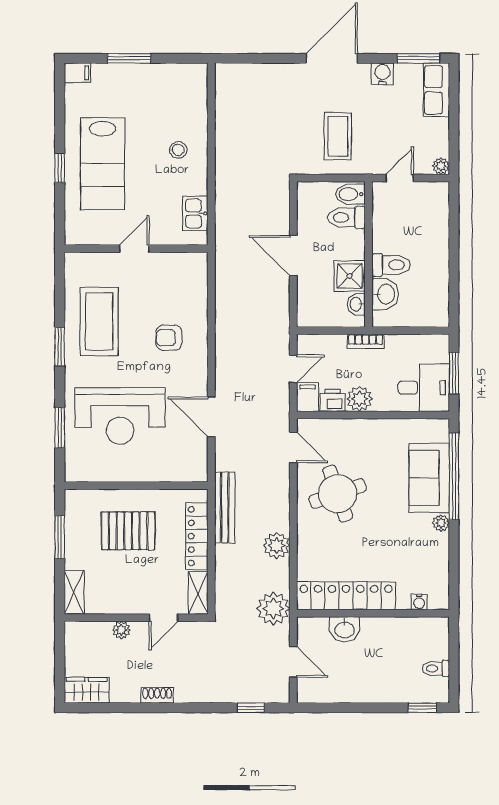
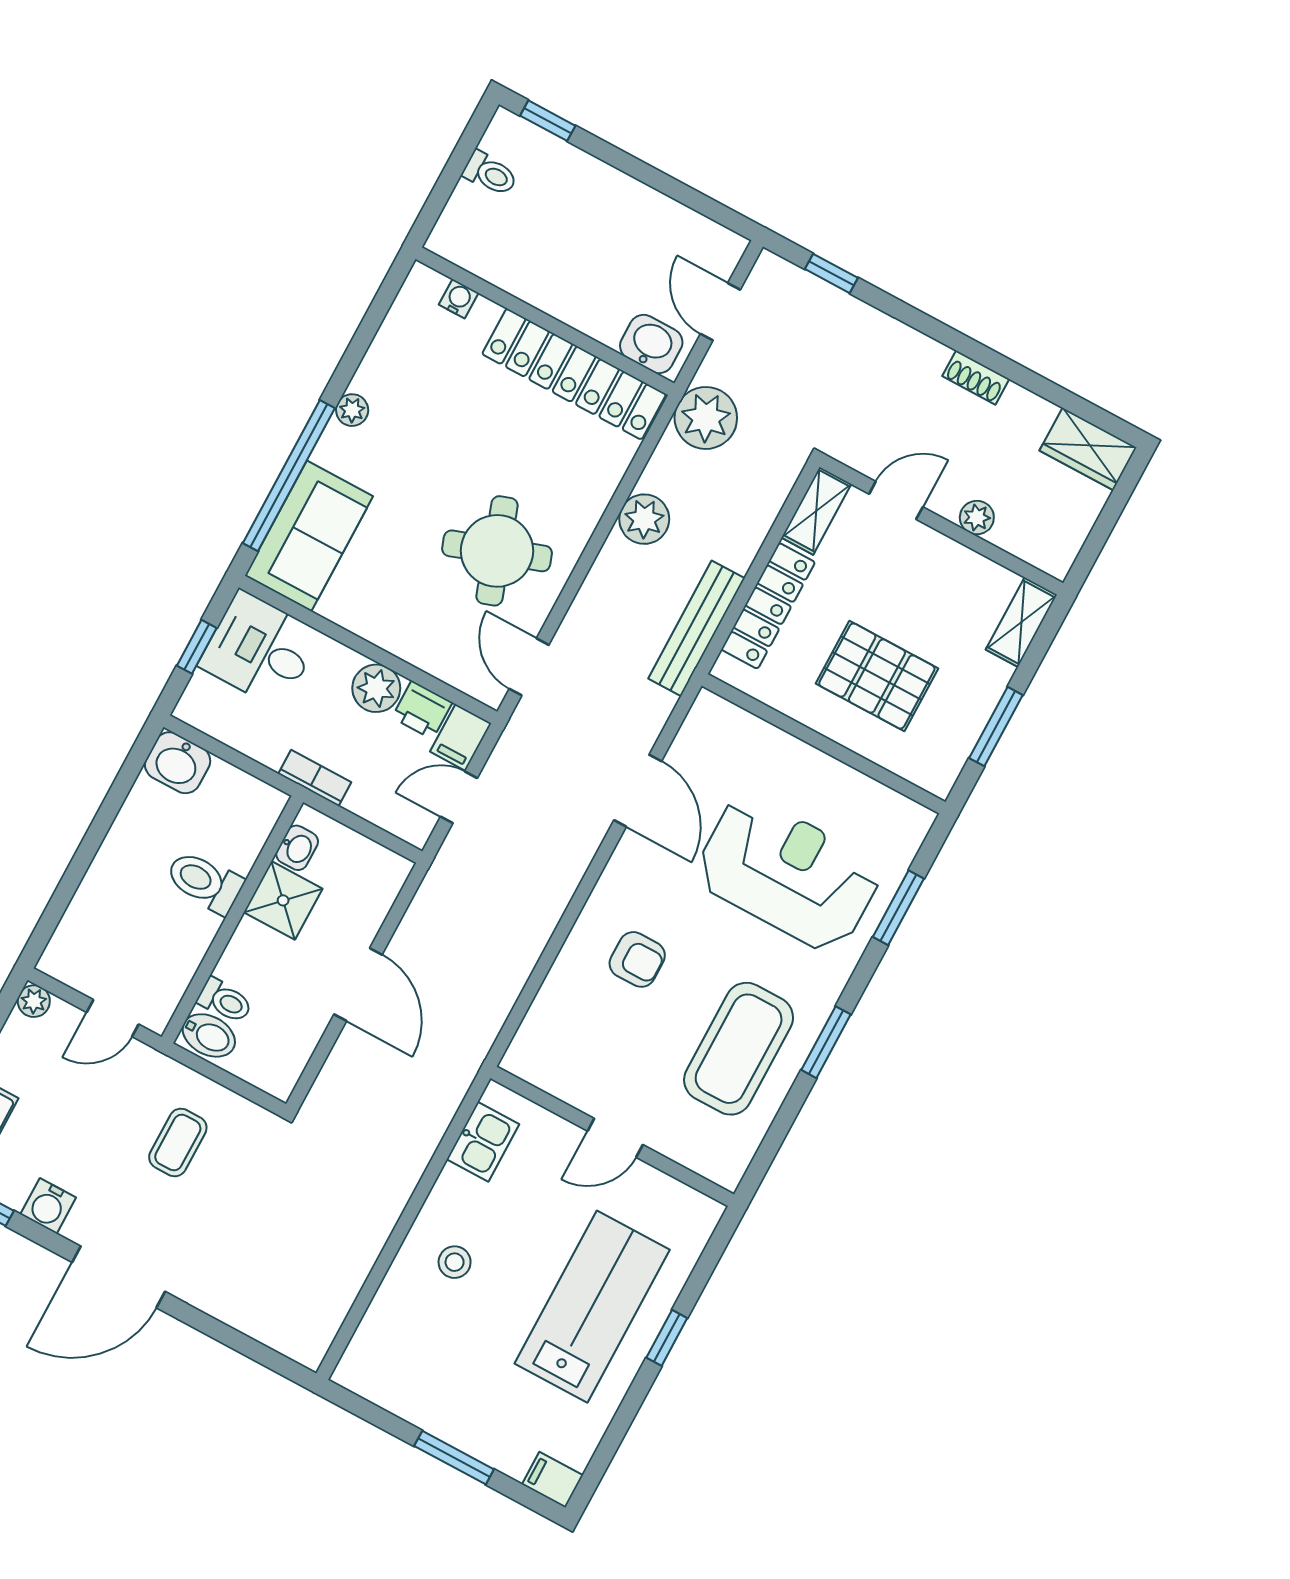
coffee table: (338, 136) -> (178, 1142), width x0.73, depth x0.77
toilet: (346, 217) -> (225, 1001), width x0.73, depth x0.72
washbasin: (385, 294) -> (178, 763), moved, turned -90
window: (454, 373) -> (197, 647), width x0.67
sofa: (429, 478) -> (309, 536), moved
washbasin: (344, 629) -> (651, 344), moved

